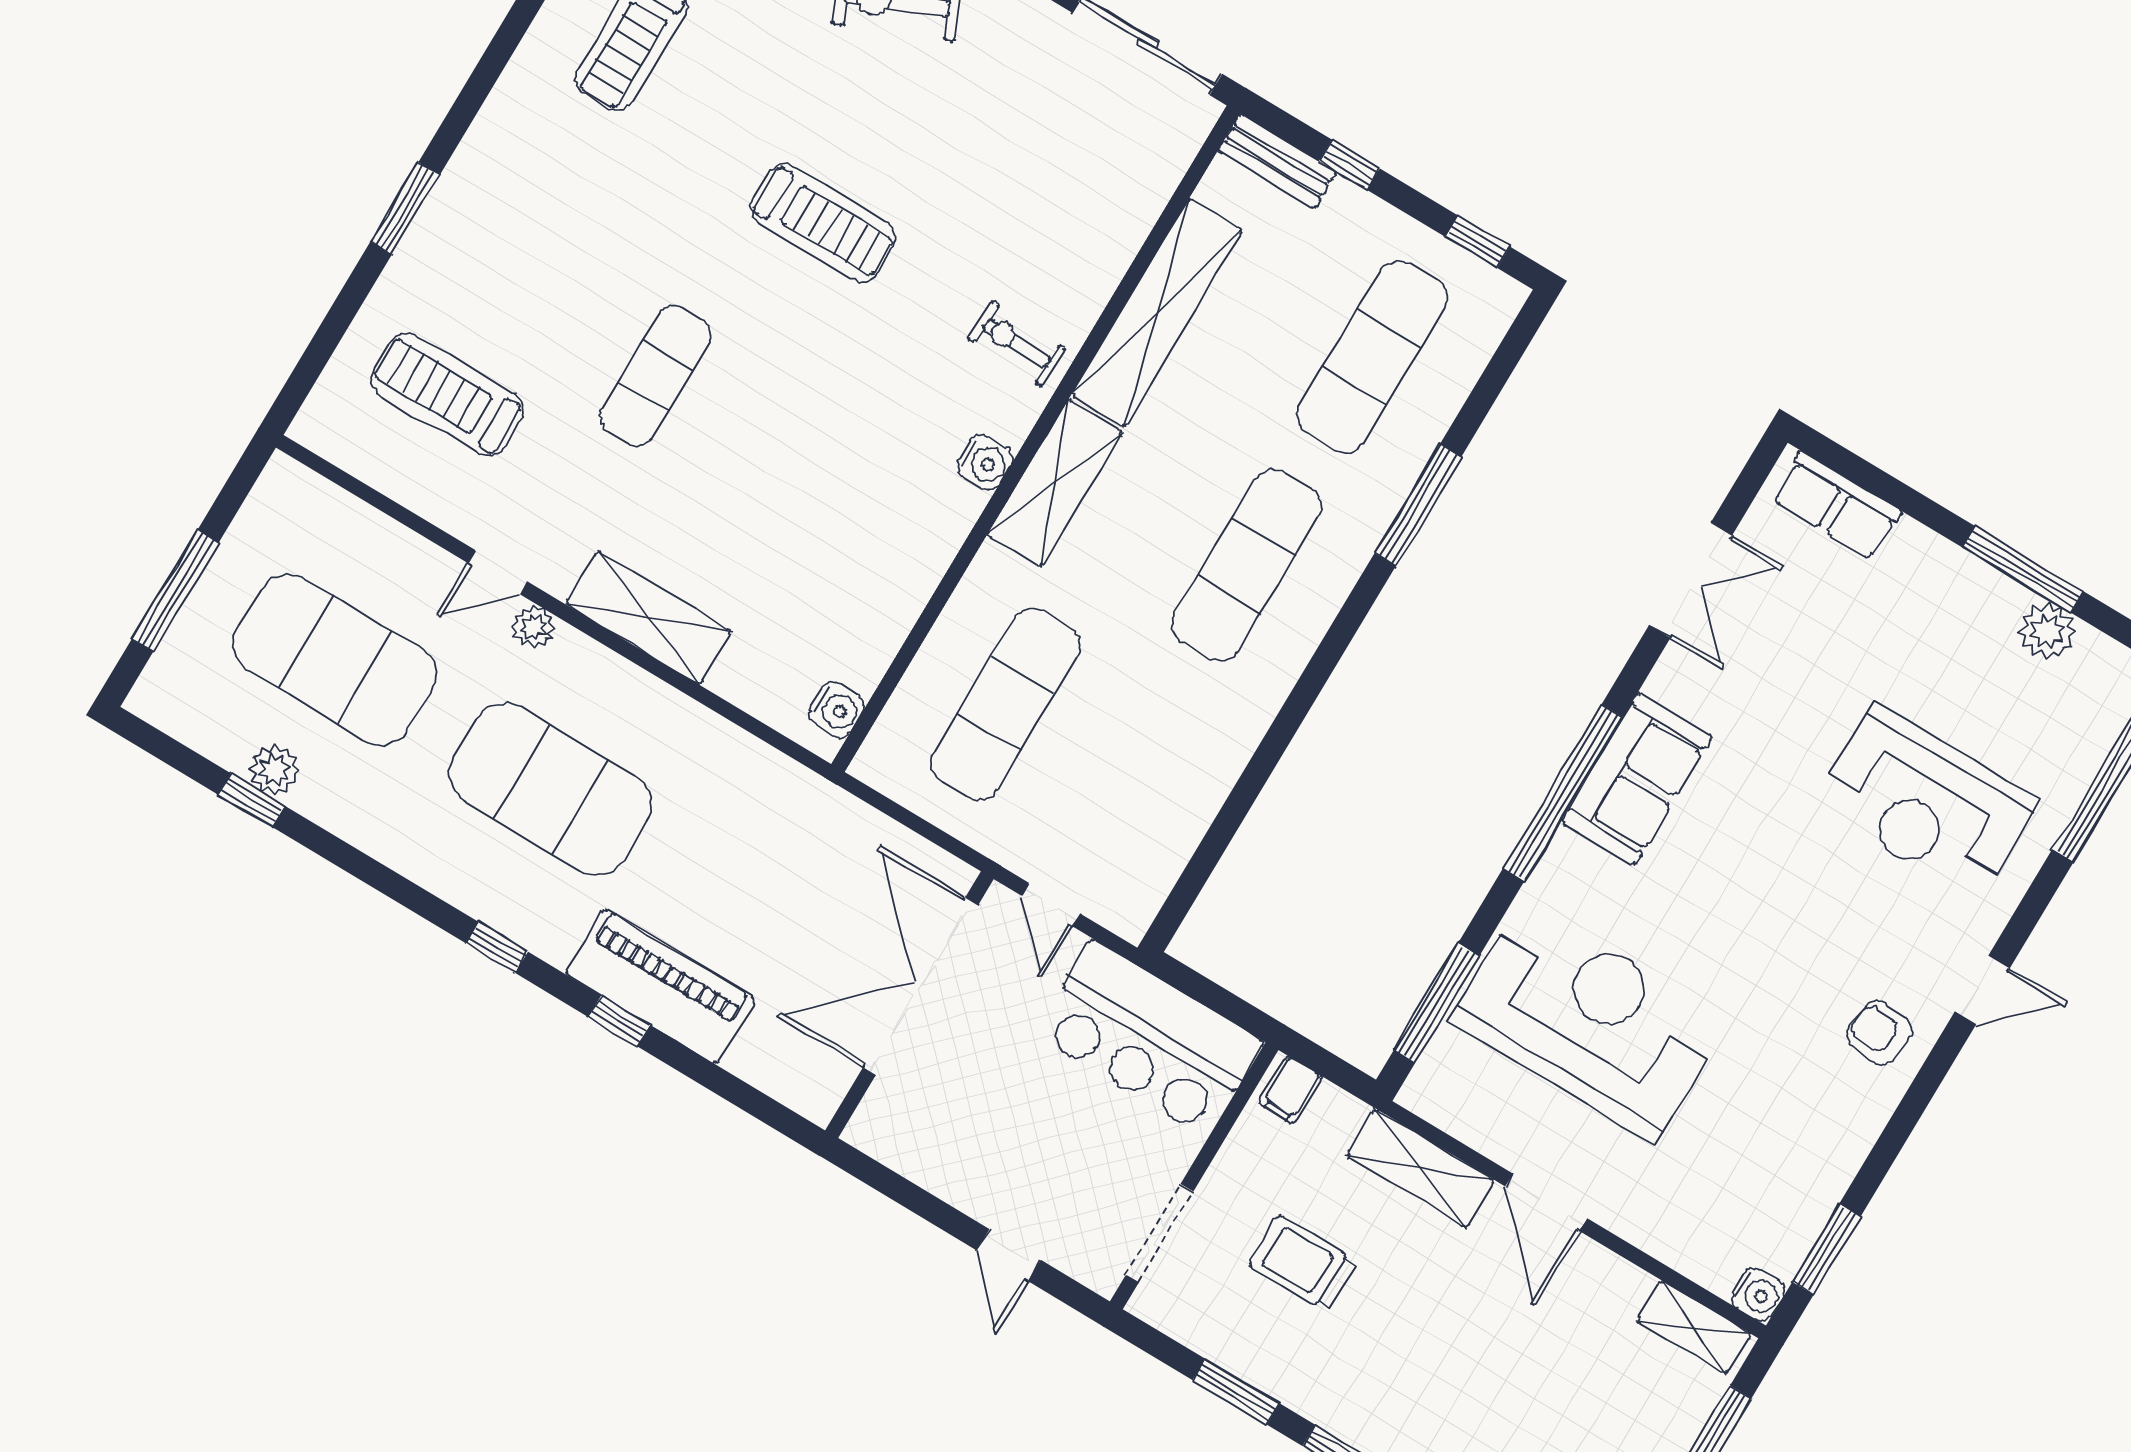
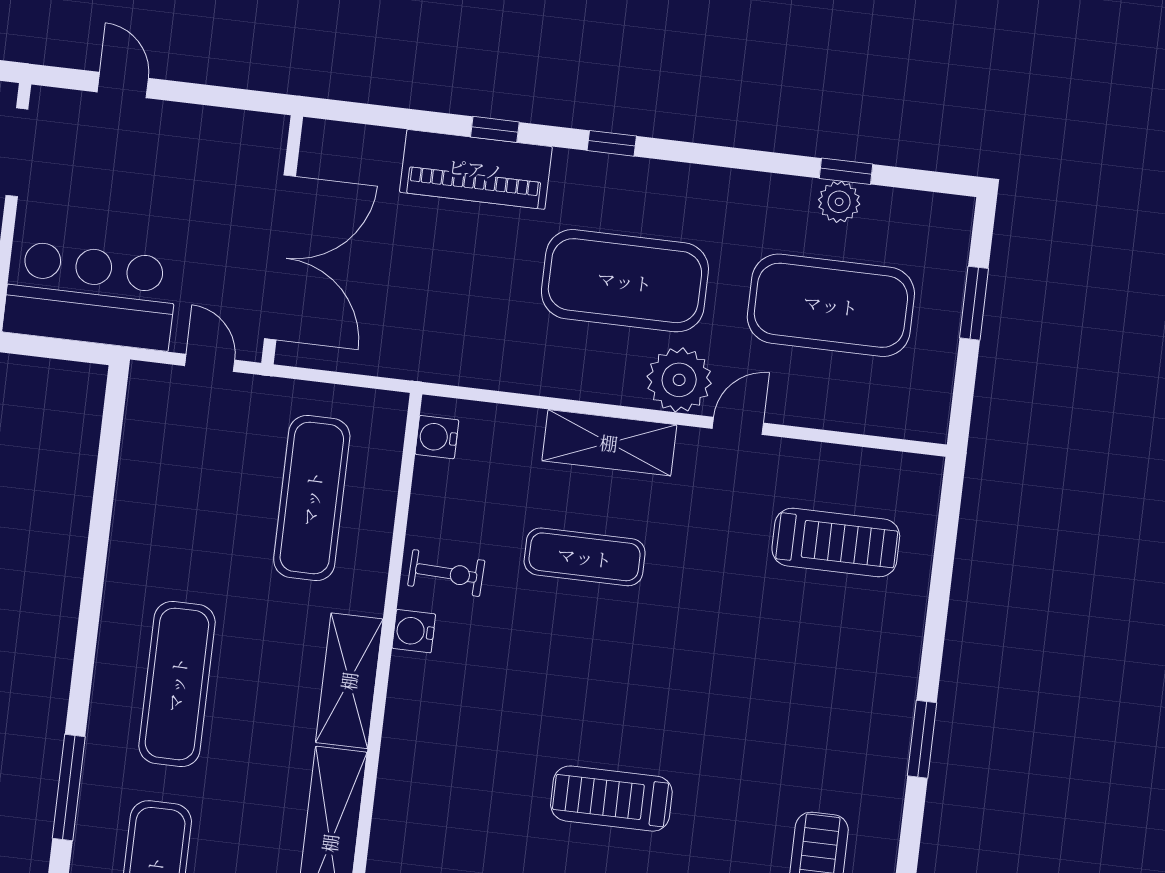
window: (405, 208) -> (922, 739), moved
exercise bike: (1017, 343) -> (446, 573), moved
exercise mat: (656, 376) -> (585, 557), moved, turned 90
water cooler: (985, 463) -> (414, 631), moved
window: (175, 591) -> (974, 303), width x0.69
plant: (534, 627) -> (679, 380), width x1.87, depth x1.87

